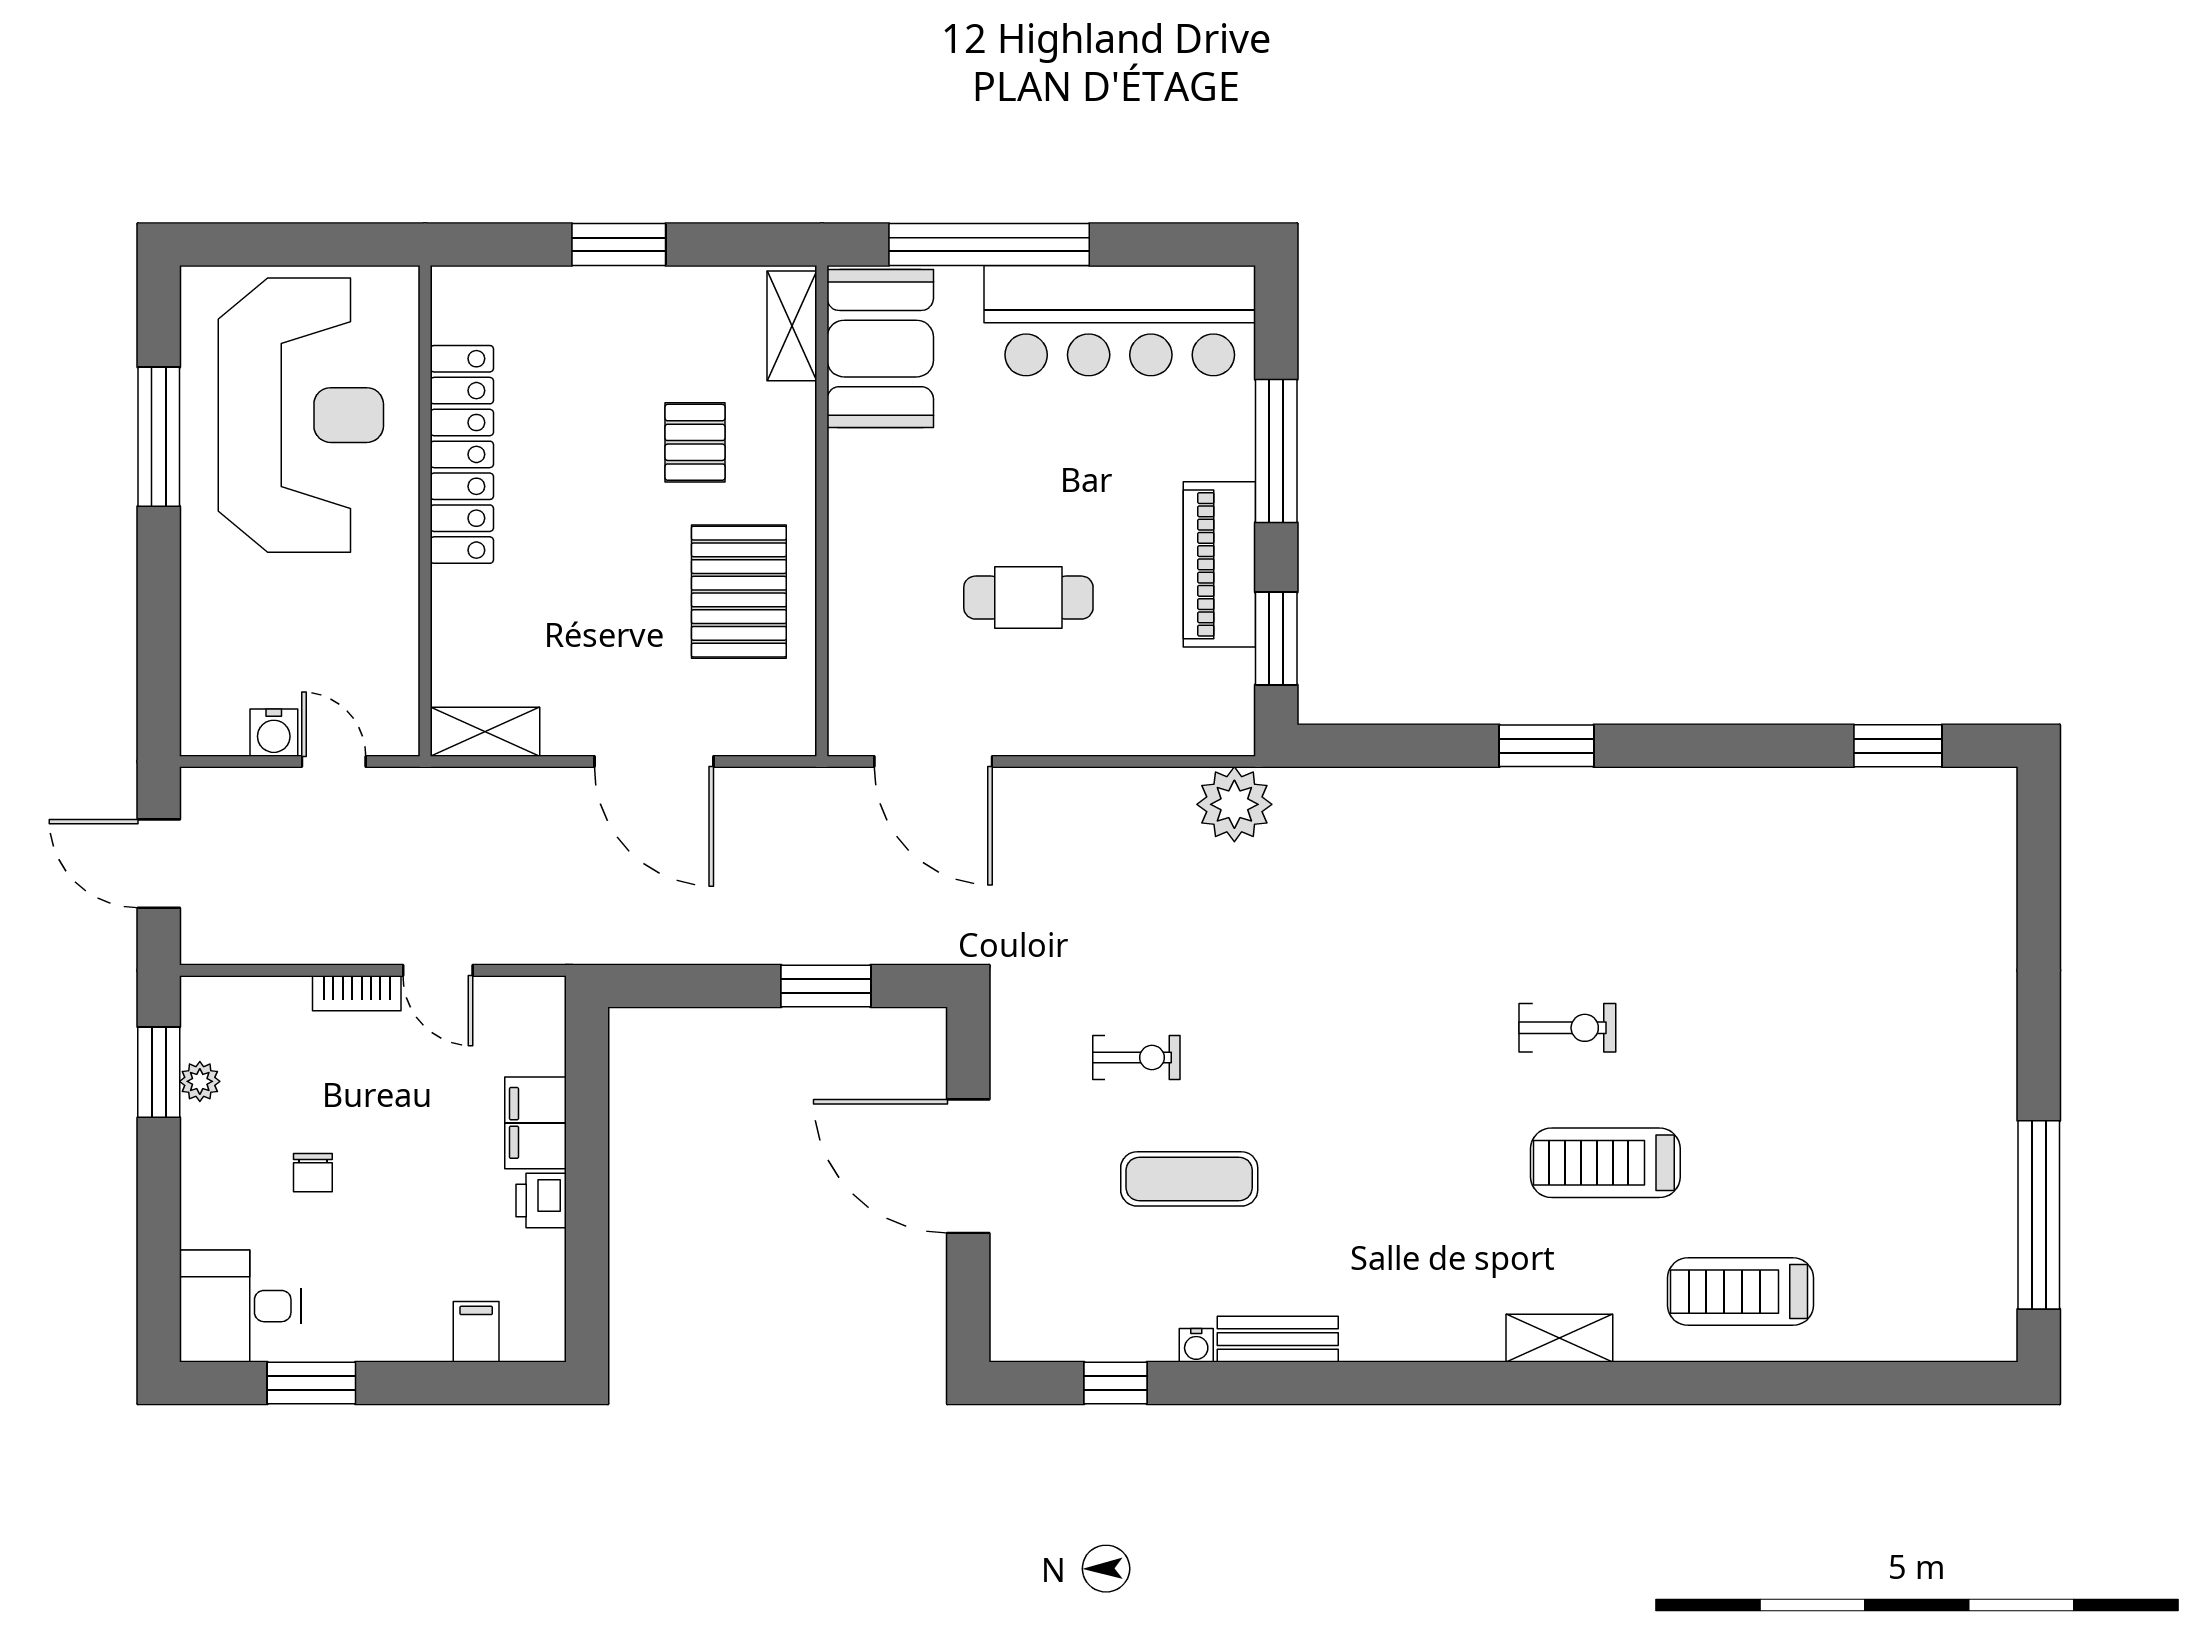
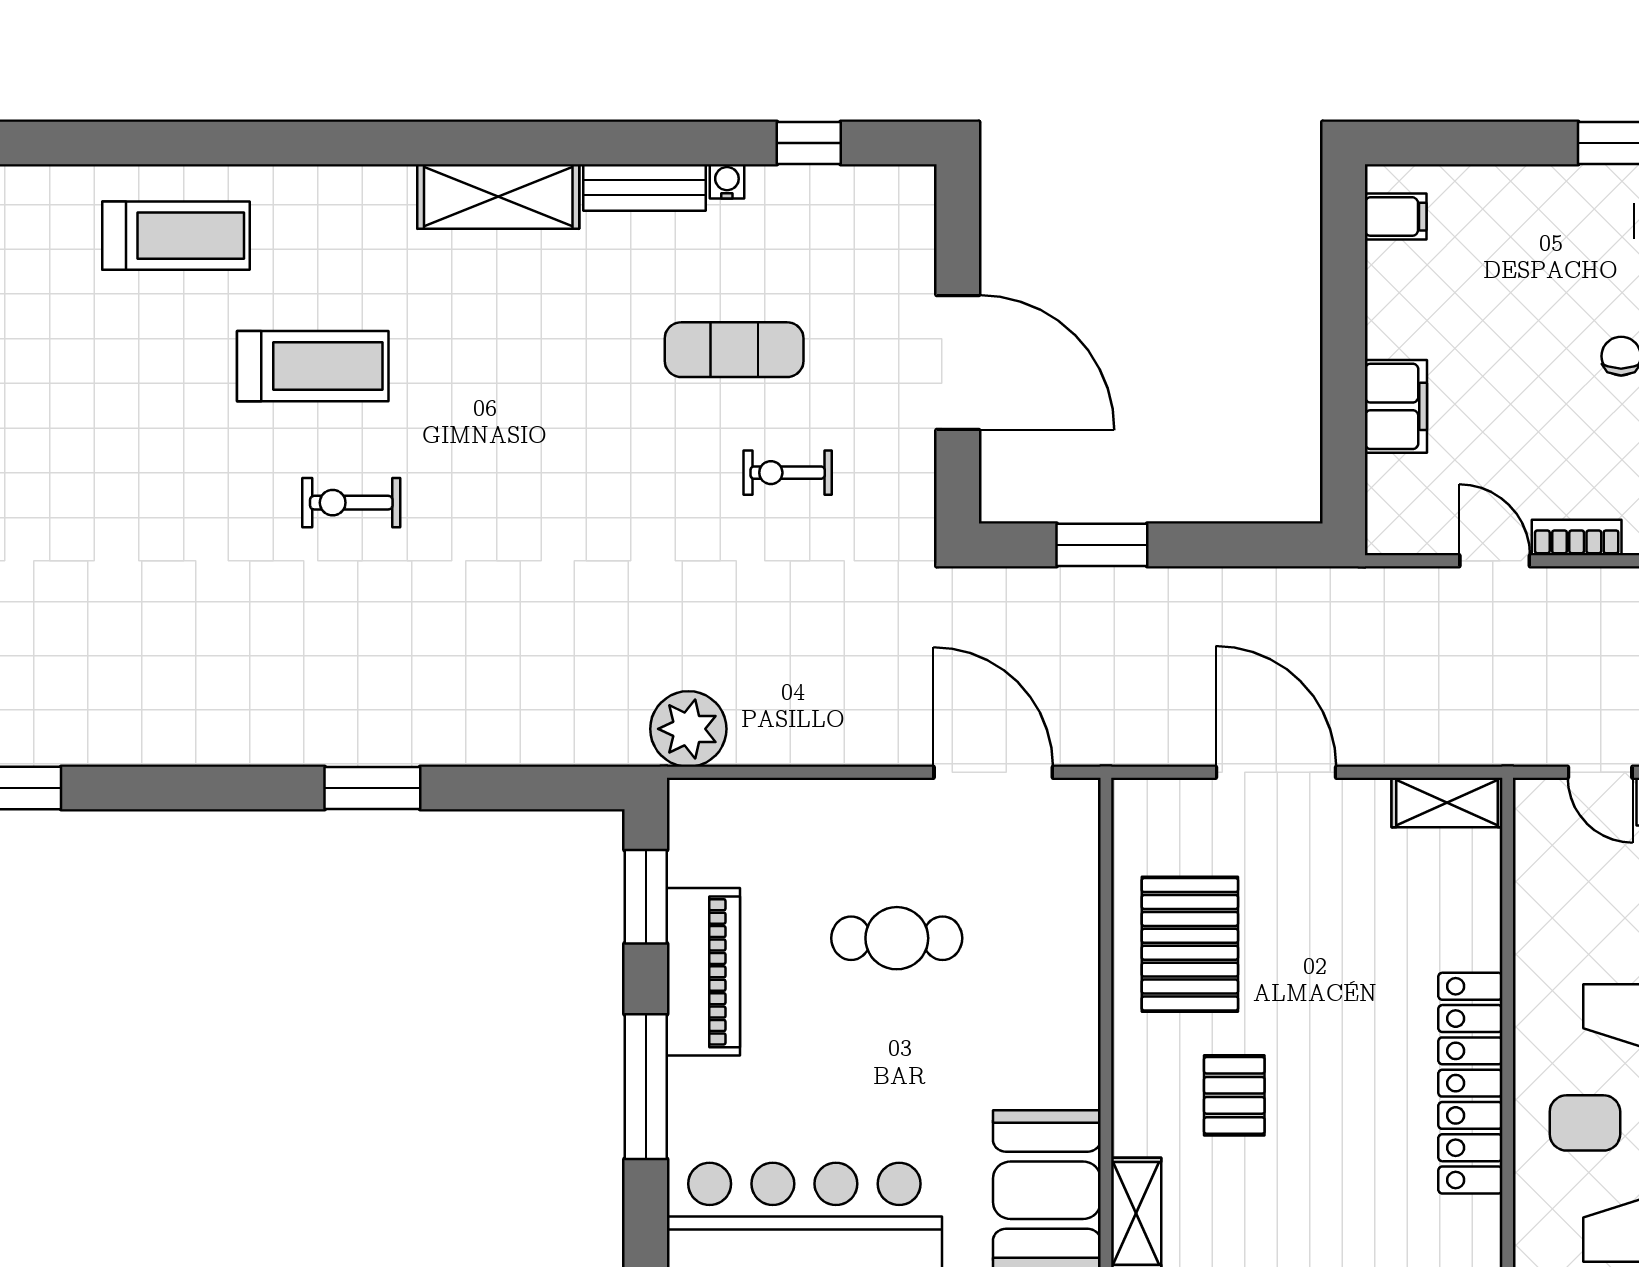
printer: (541, 1200) -> (1390, 328), removed
filing cabinet: (476, 1332) -> (1396, 217), moved, turned -90
shelving: (1559, 1338) -> (498, 197), moved, width x1.50, depth x1.33

